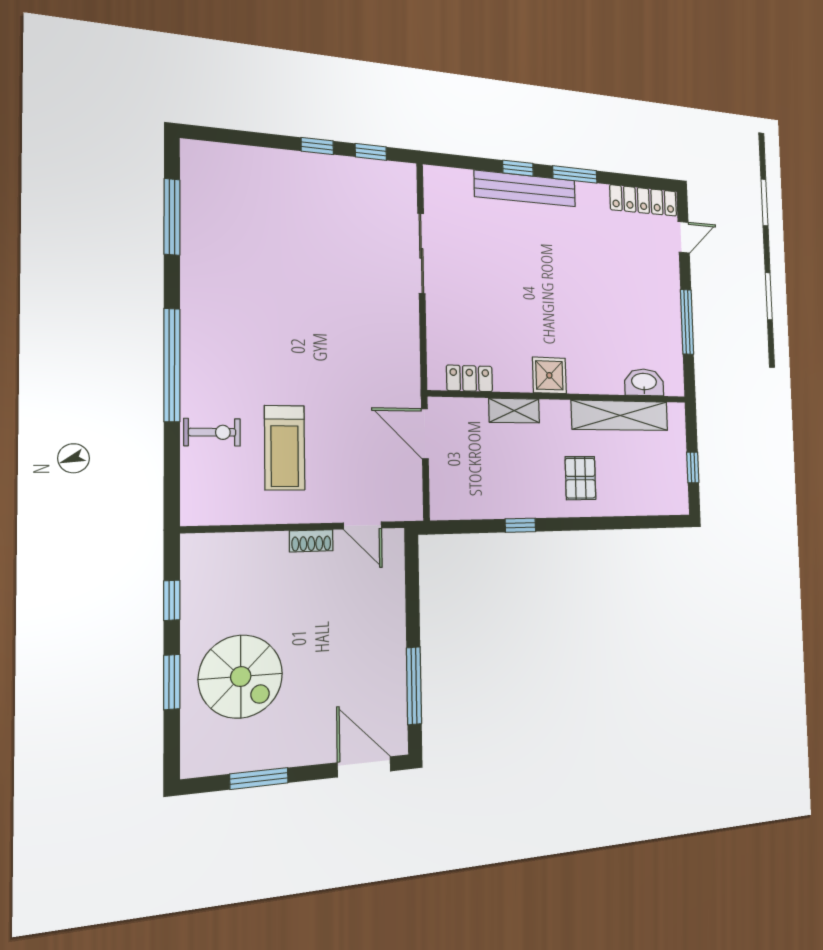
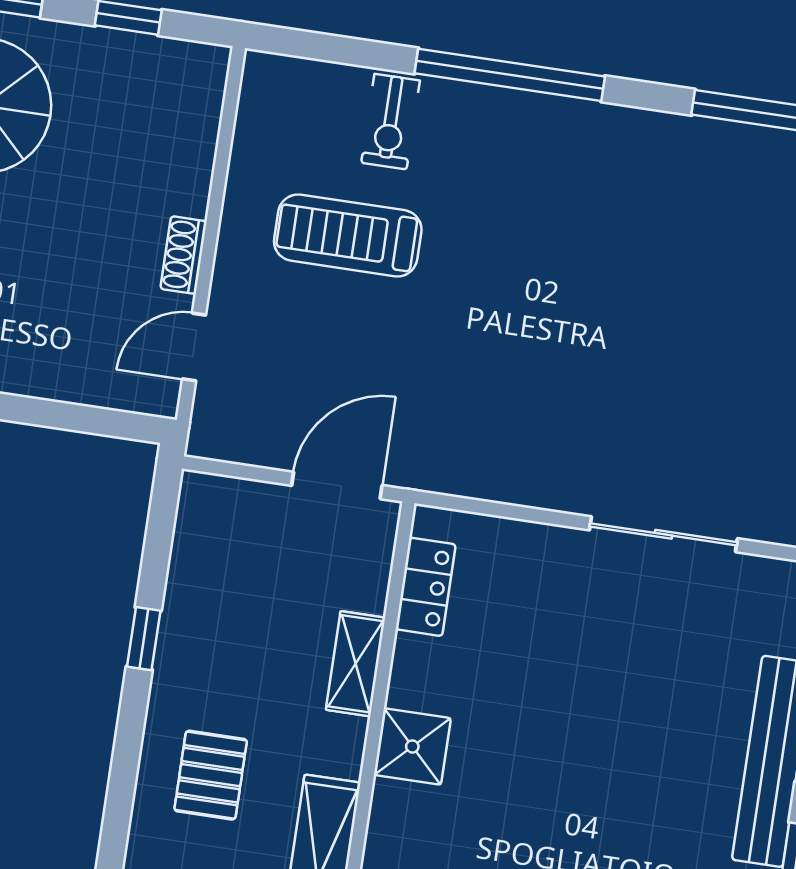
pallet: (580, 478) -> (211, 775), turned 90

